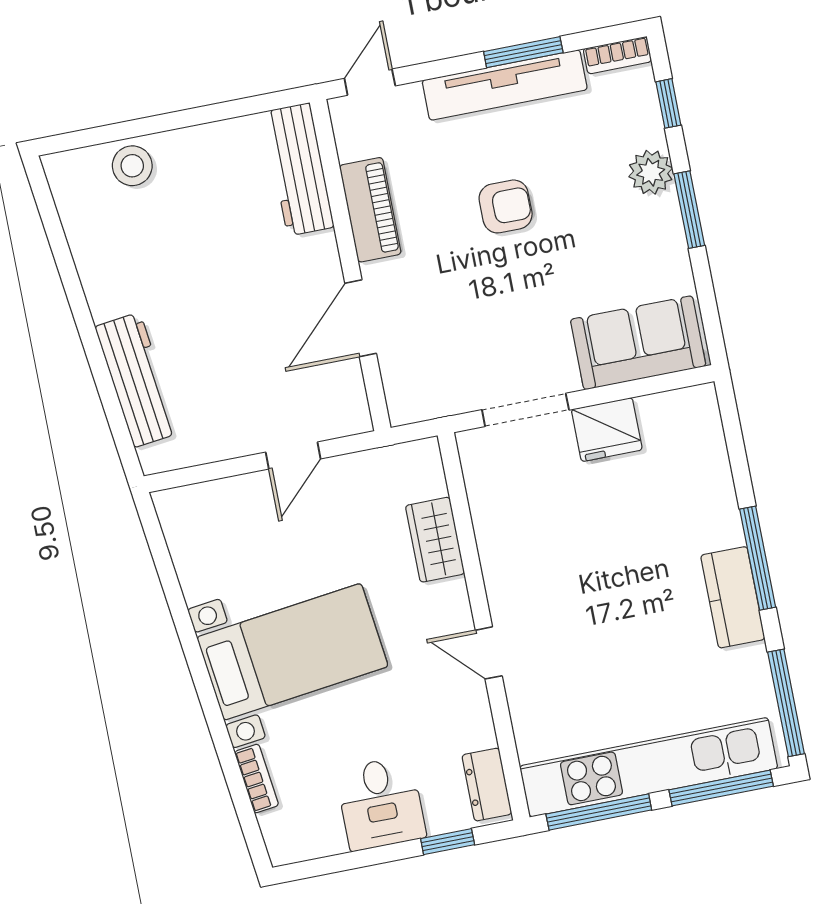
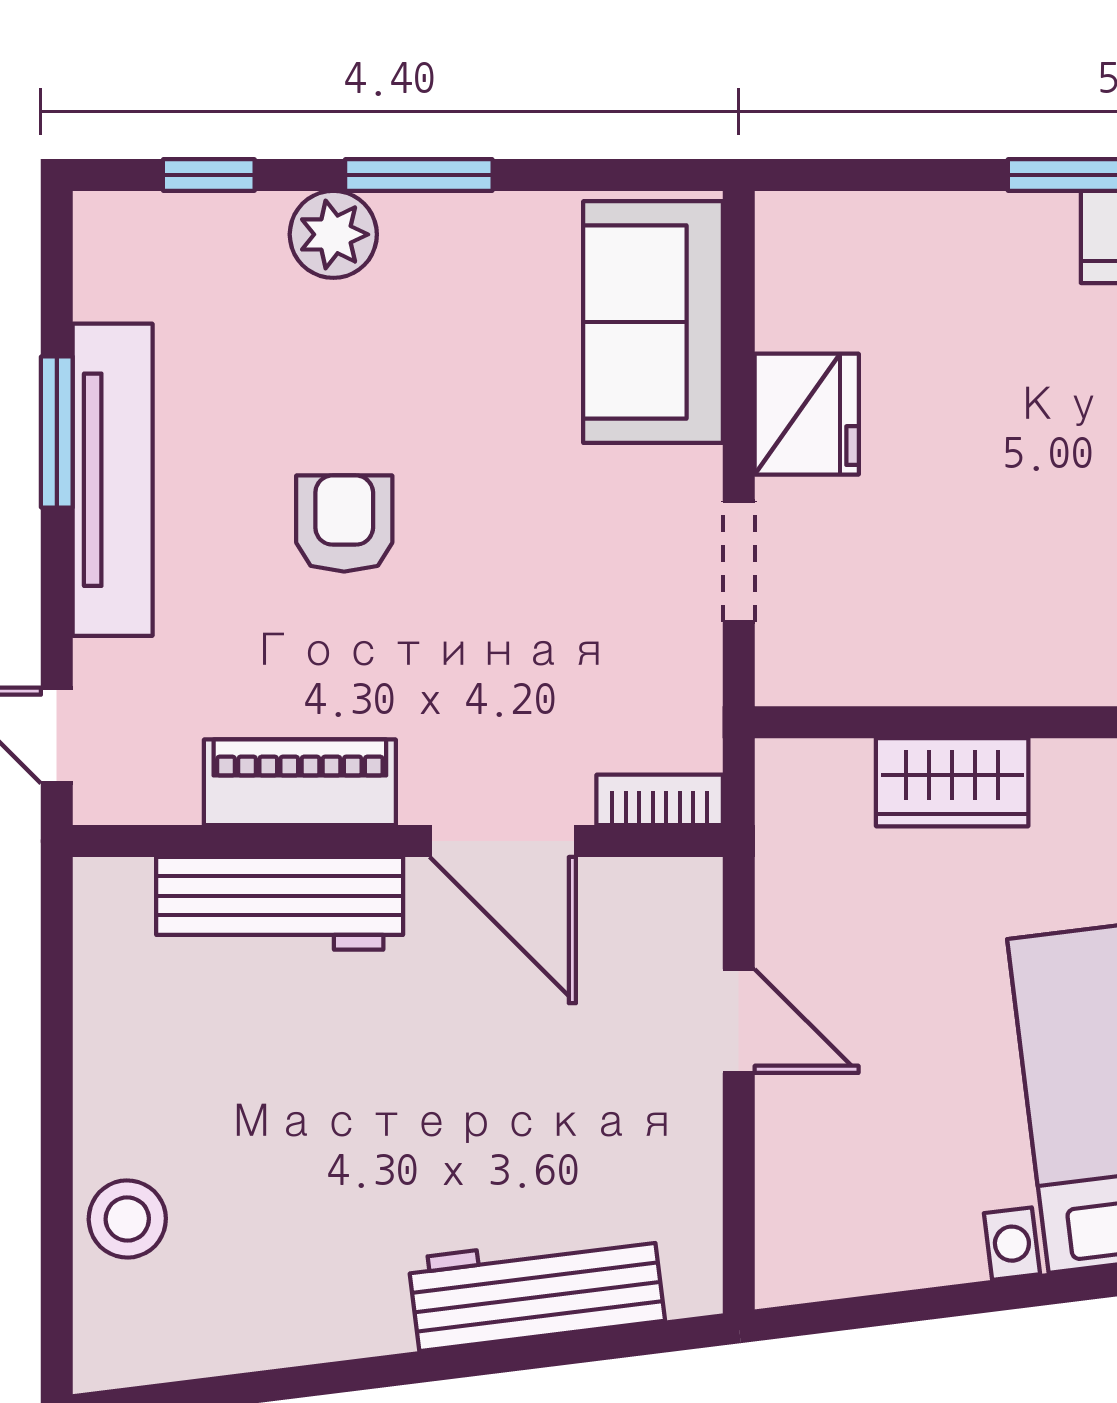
bookcase: (617, 55) -> (660, 800), moved, turned -90
workbench: (299, 169) -> (280, 903), moved
doorway: (525, 410) -> (739, 562), width x0.73

